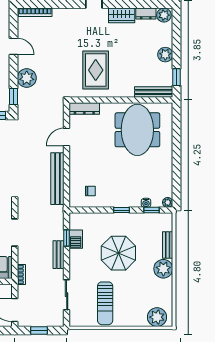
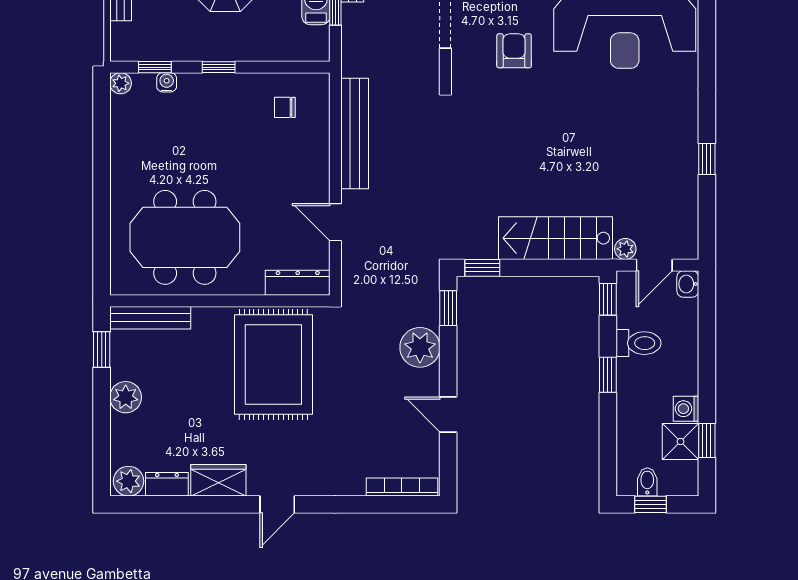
rug: (96, 70) -> (273, 364), width x1.37, depth x1.44
meeting table: (137, 130) -> (185, 237), turned 90
door: (67, 137) -> (335, 222), swing flipped

